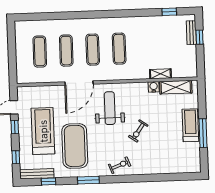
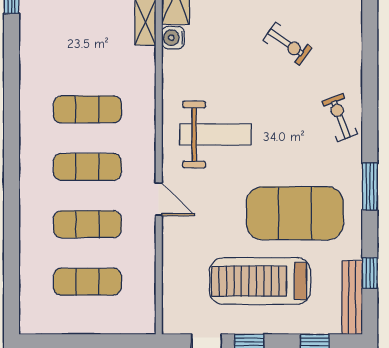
door: (79, 83) -> (159, 199), width x0.53
weight bench: (110, 108) -> (216, 135), turned 180
exercise bike: (138, 131) -> (288, 44), moved

